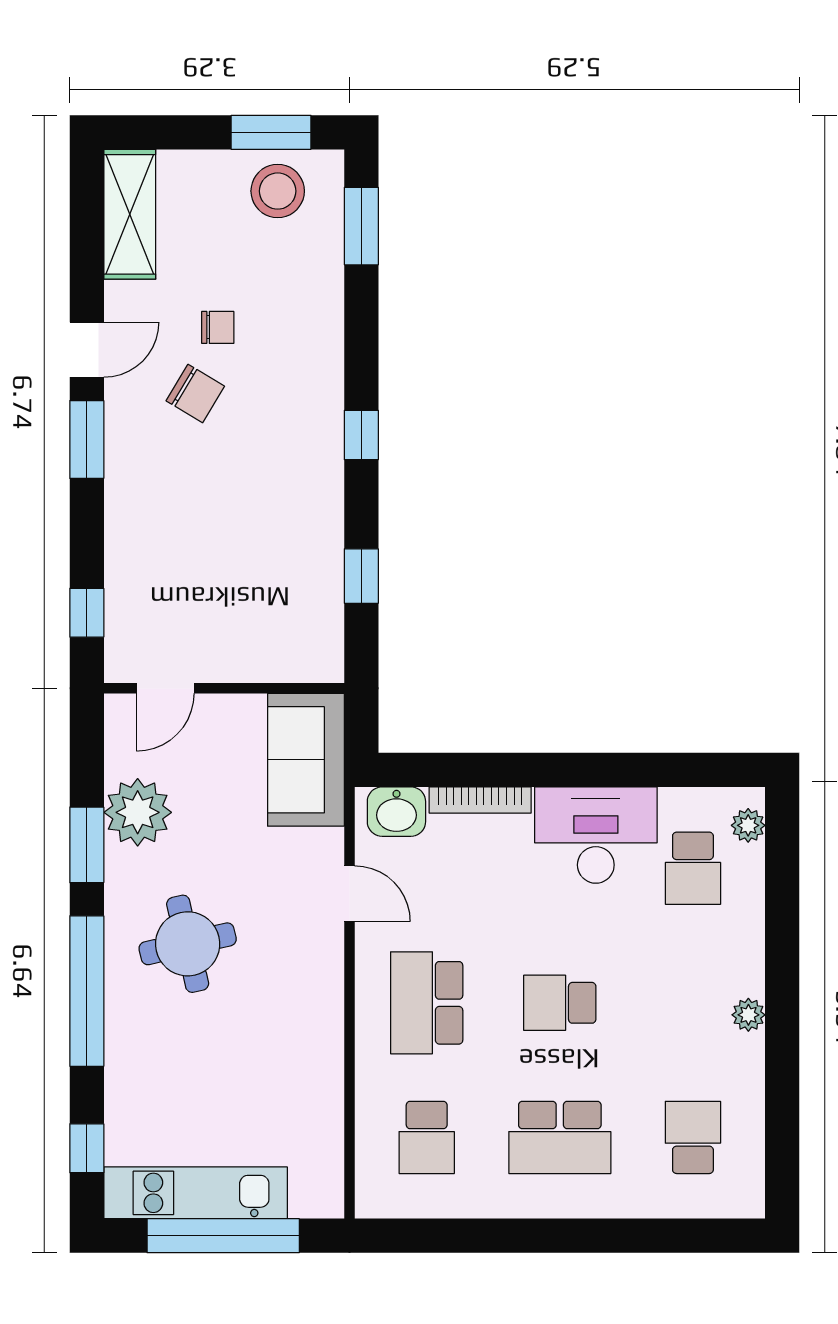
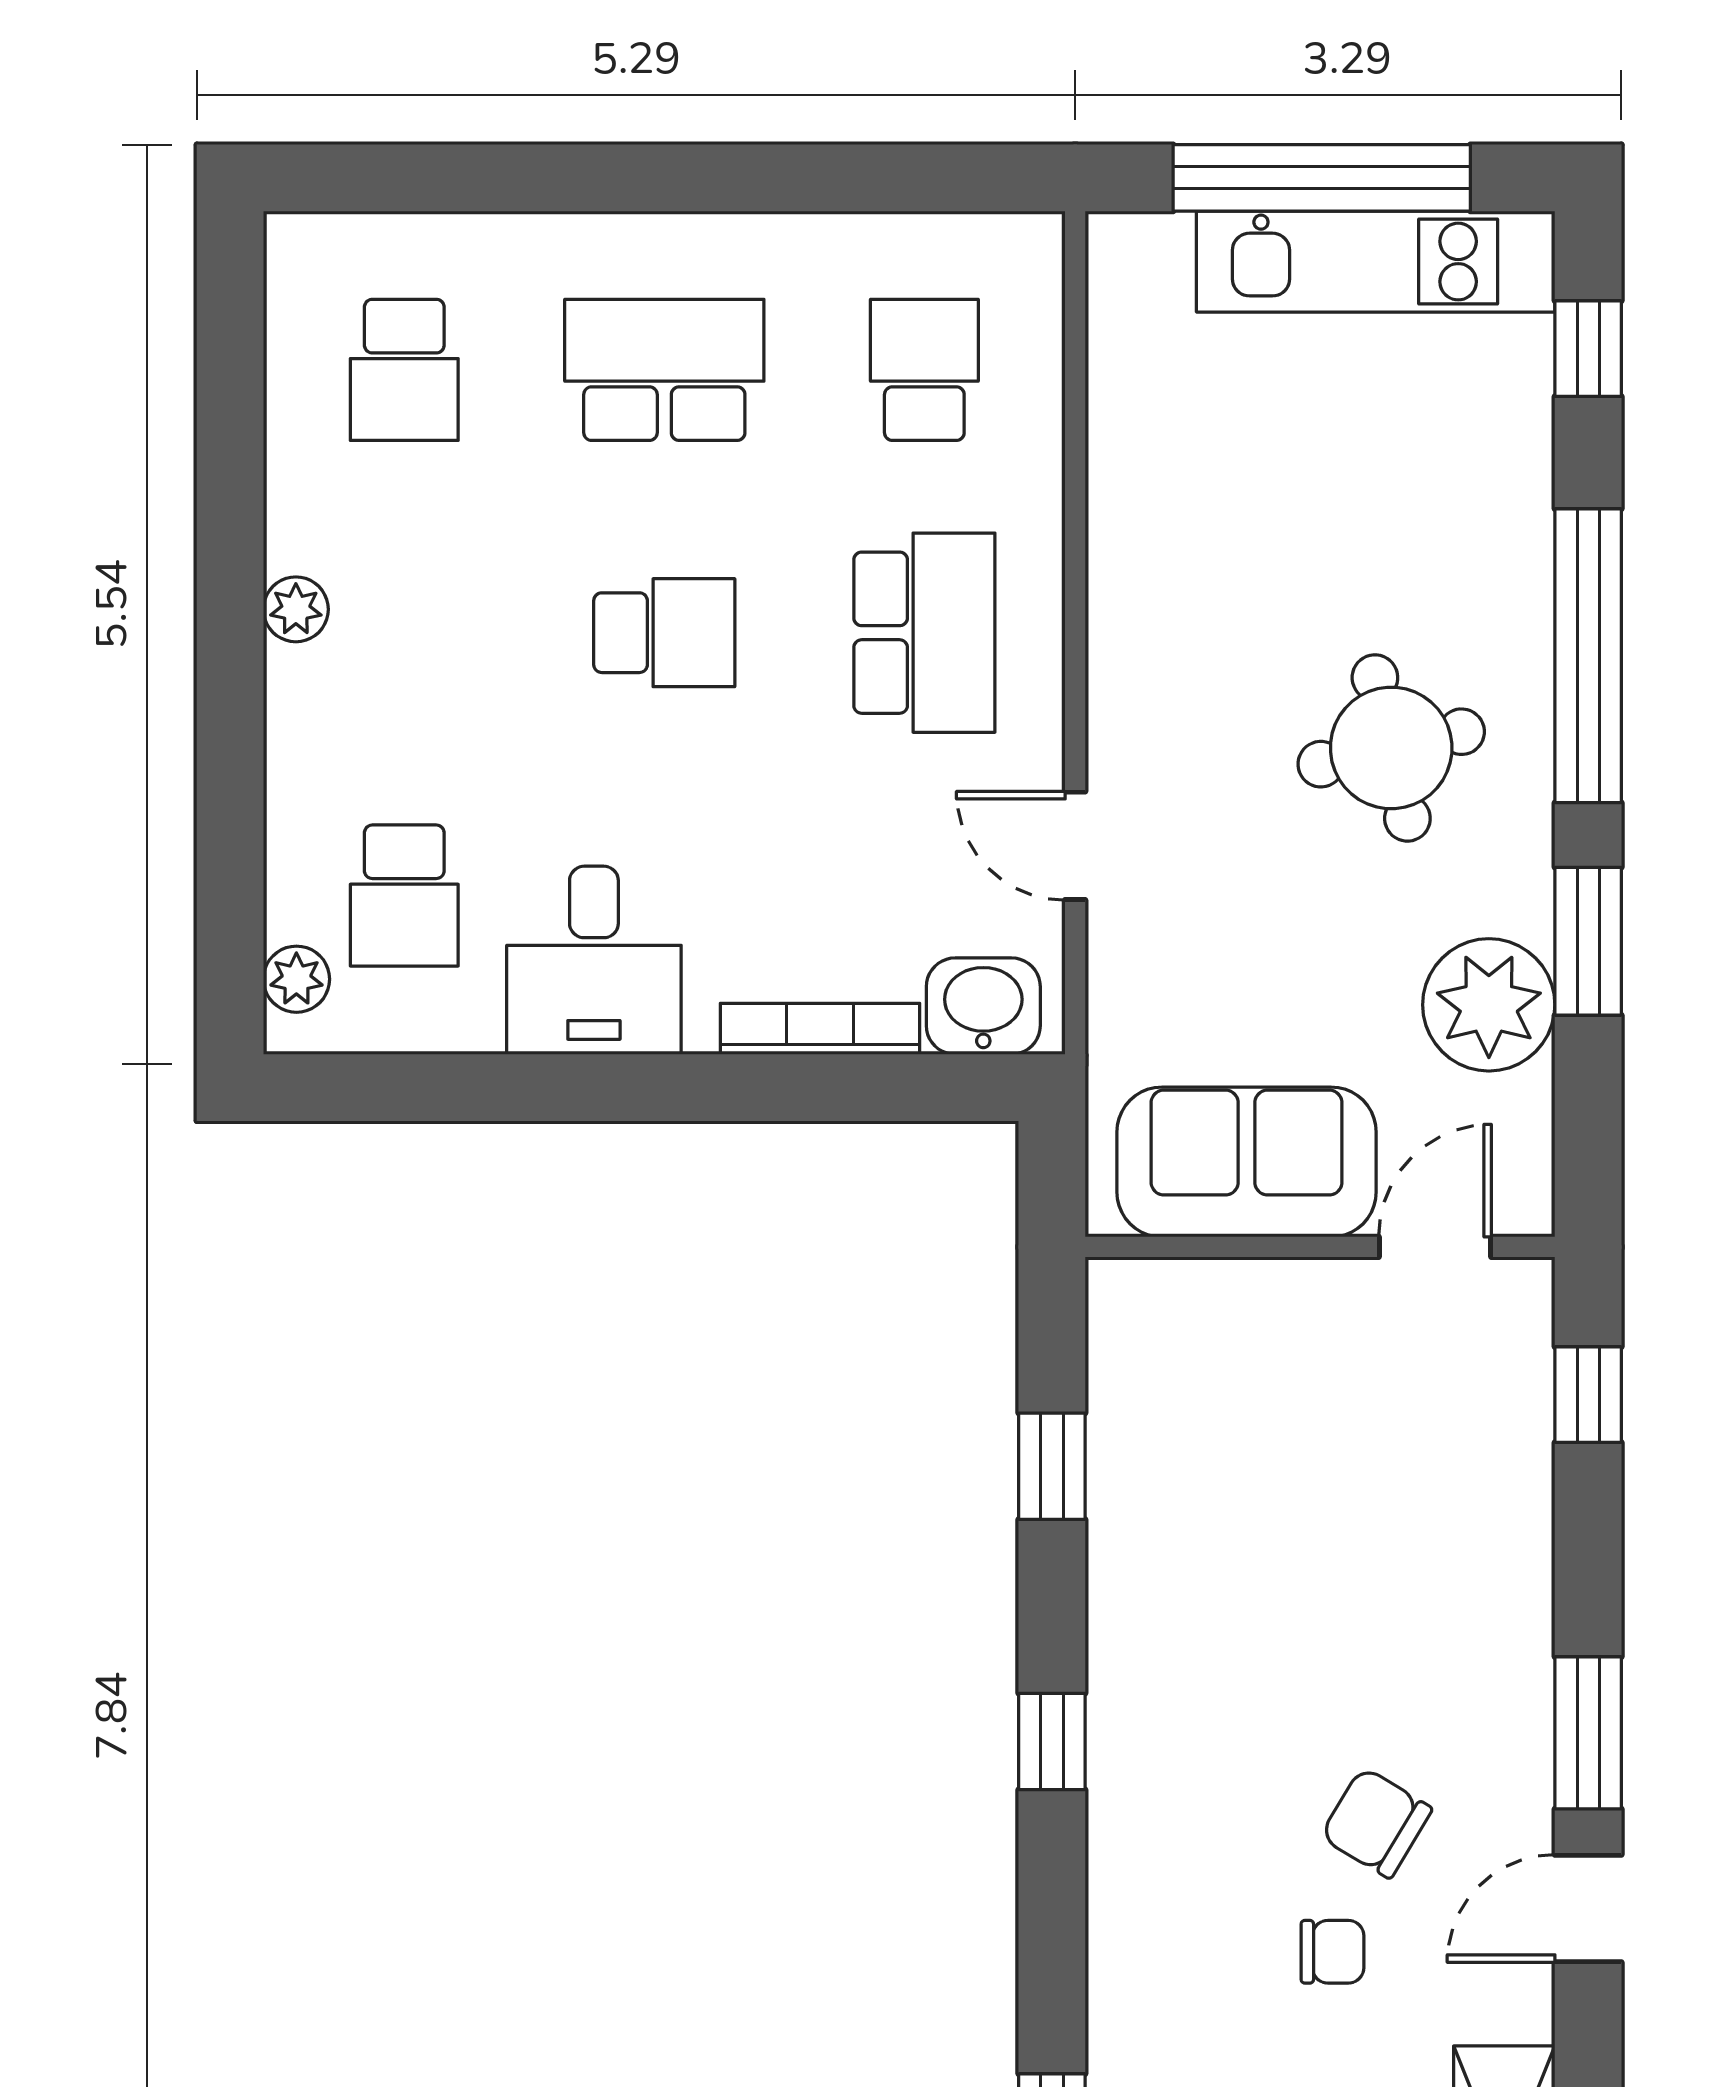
chair: (218, 327) -> (1332, 1952), turned 180
sofa: (306, 760) -> (1247, 1162), moved, turned -90
desk: (596, 835) -> (594, 960), width x0.73
school desk: (693, 868) -> (404, 896), turned 180

